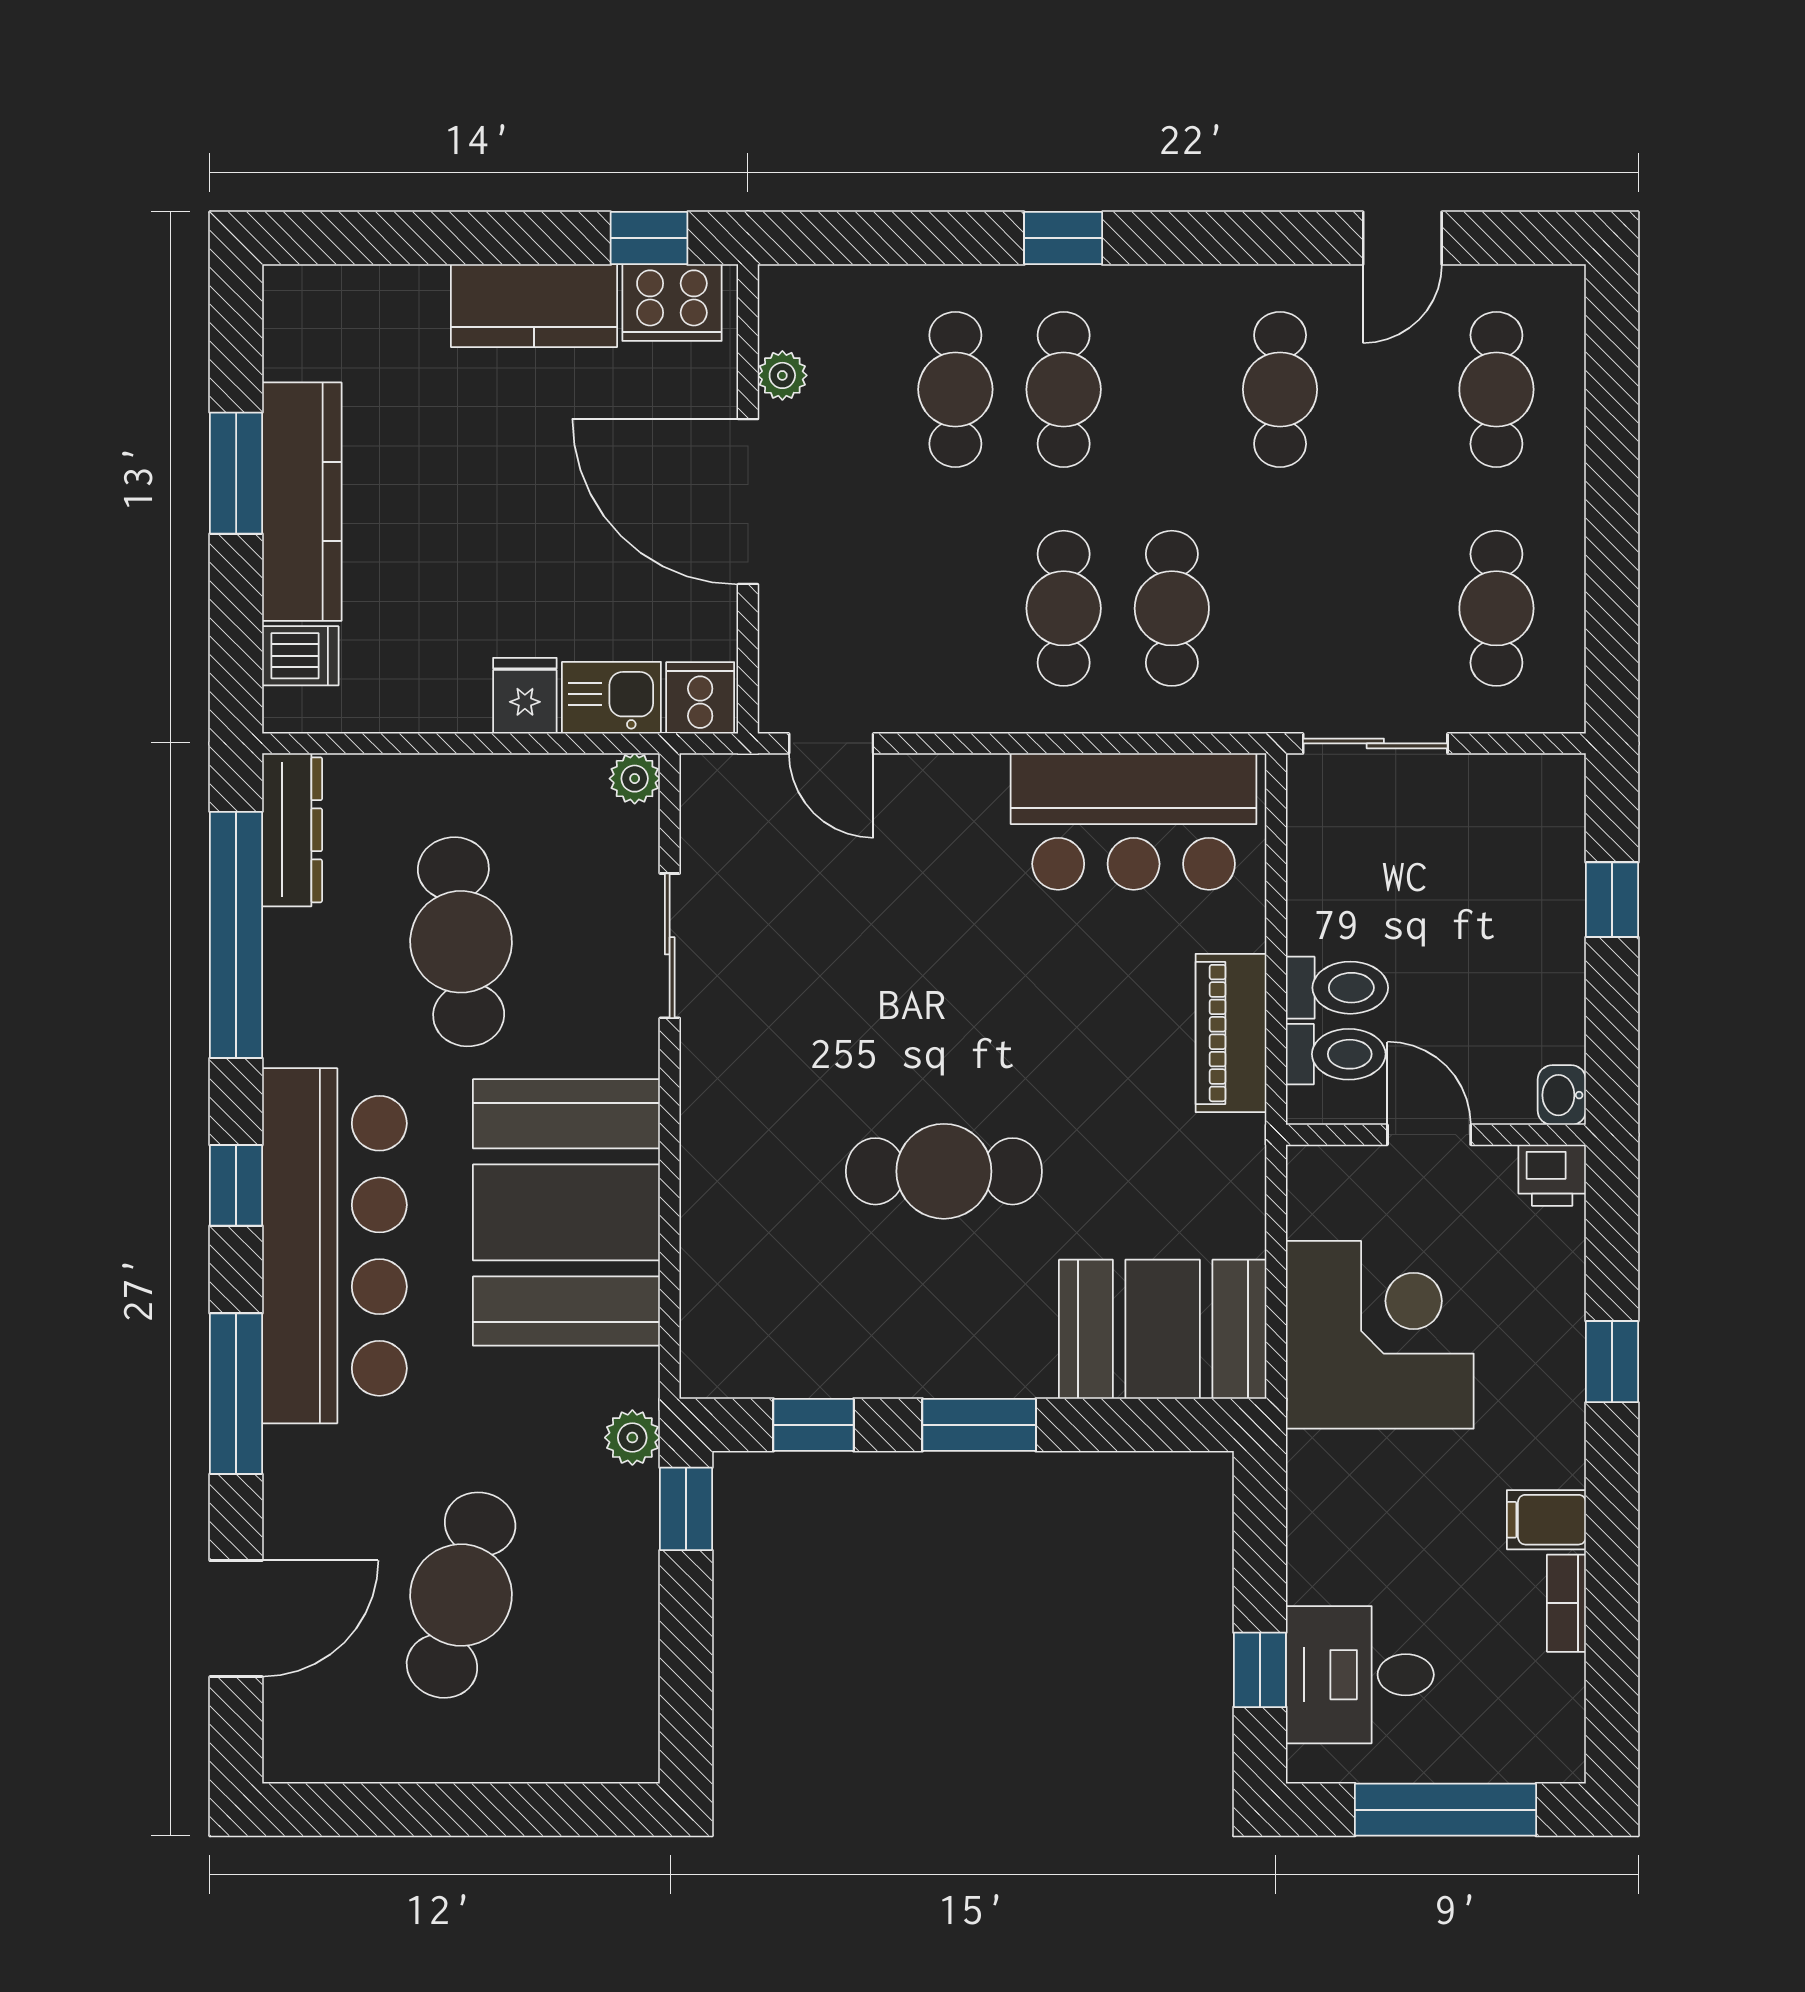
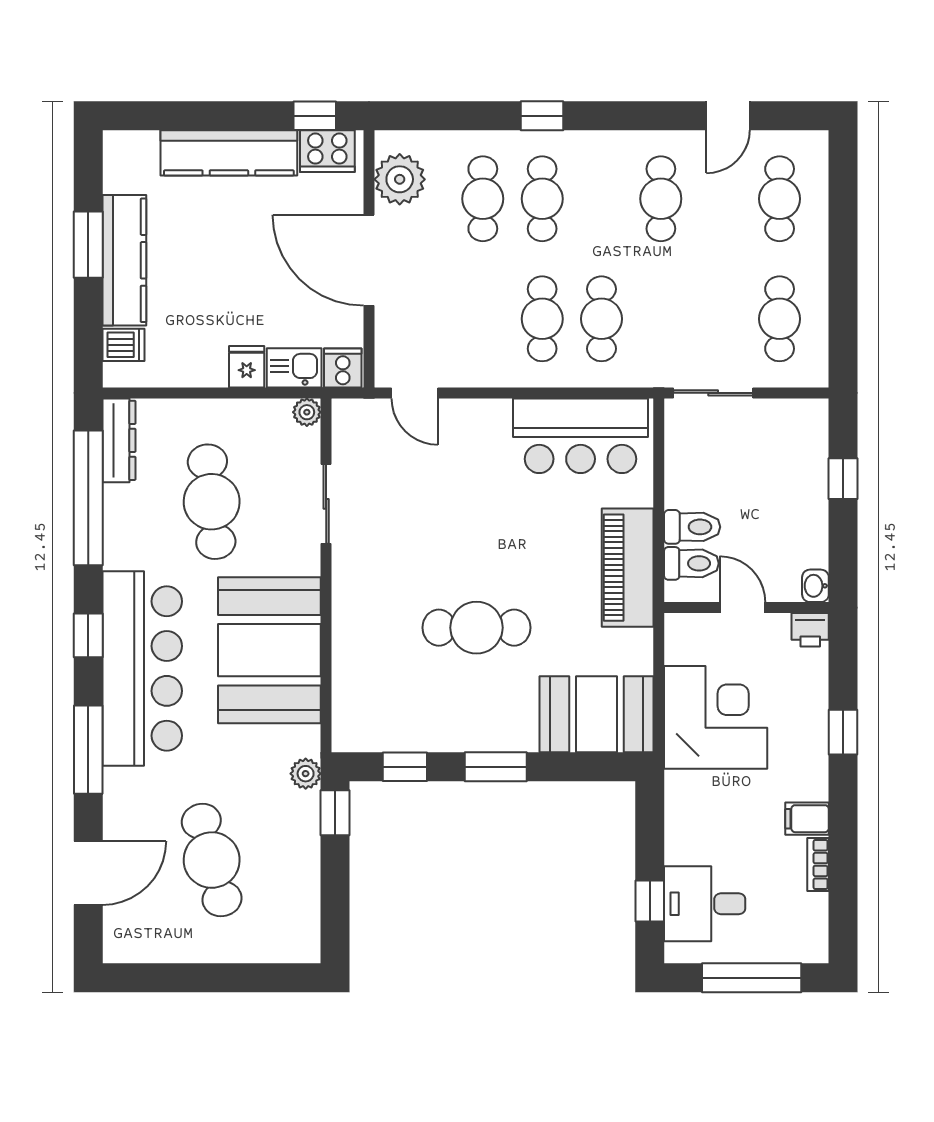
kitchen counter: (534, 306) -> (229, 153), width x1.50
plant: (782, 375) -> (400, 179), width x1.88, depth x1.88
piano: (1231, 1033) -> (628, 568), width x1.37, depth x1.33
cafe table: (461, 1595) -> (212, 860), turned -30

